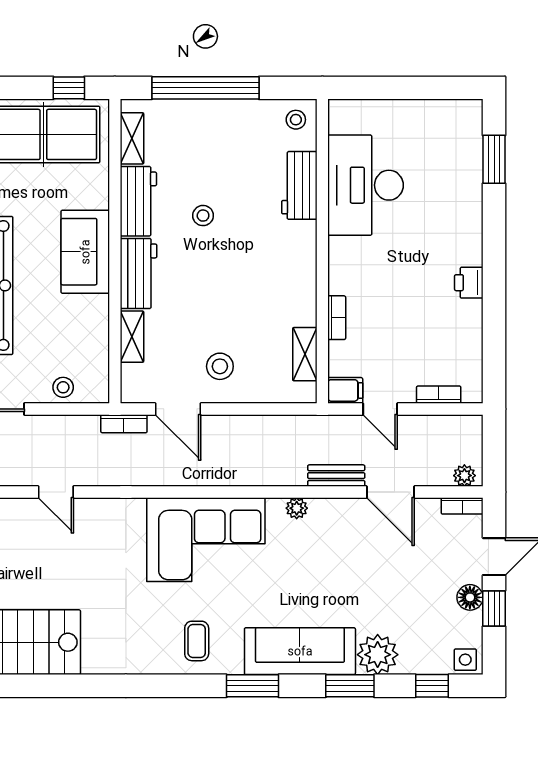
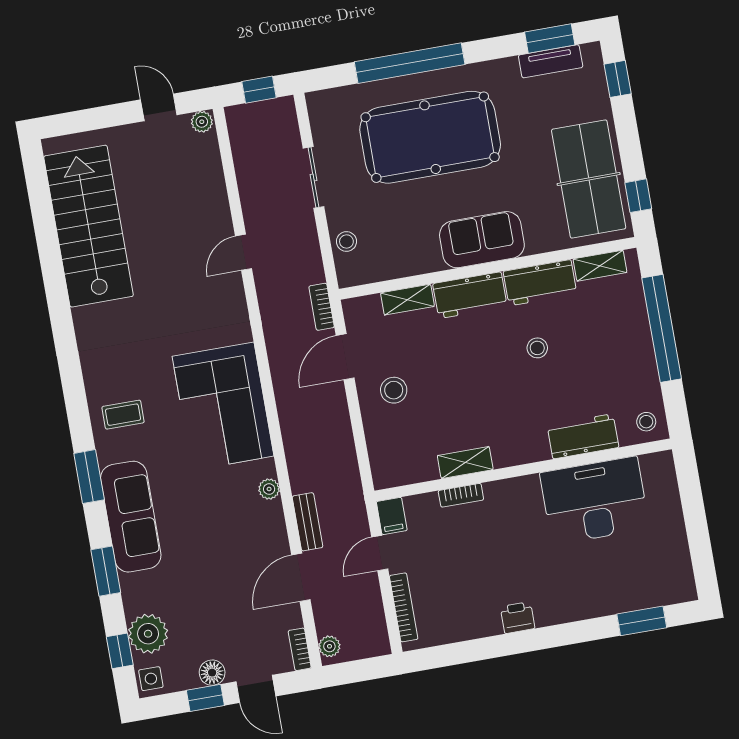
shelving: (305, 354) -> (465, 463), moved
bookcase: (439, 395) -> (404, 607), width x1.56
plant: (378, 655) -> (148, 634), moved

